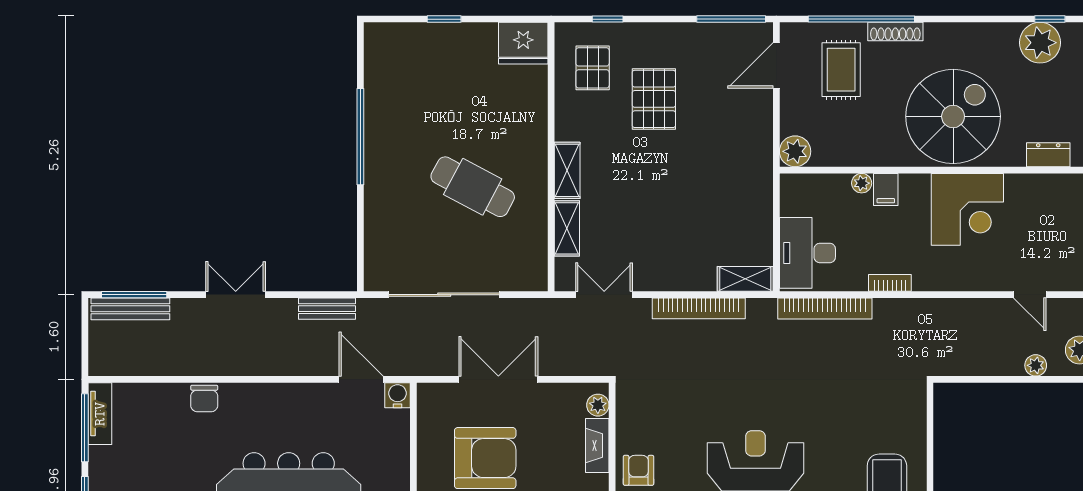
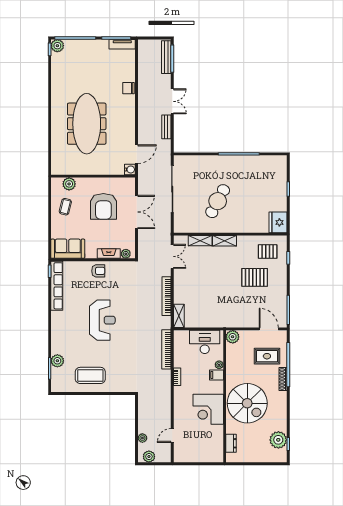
desk: (807, 253) -> (205, 342), moved
bench: (327, 309) -> (166, 127), moved

